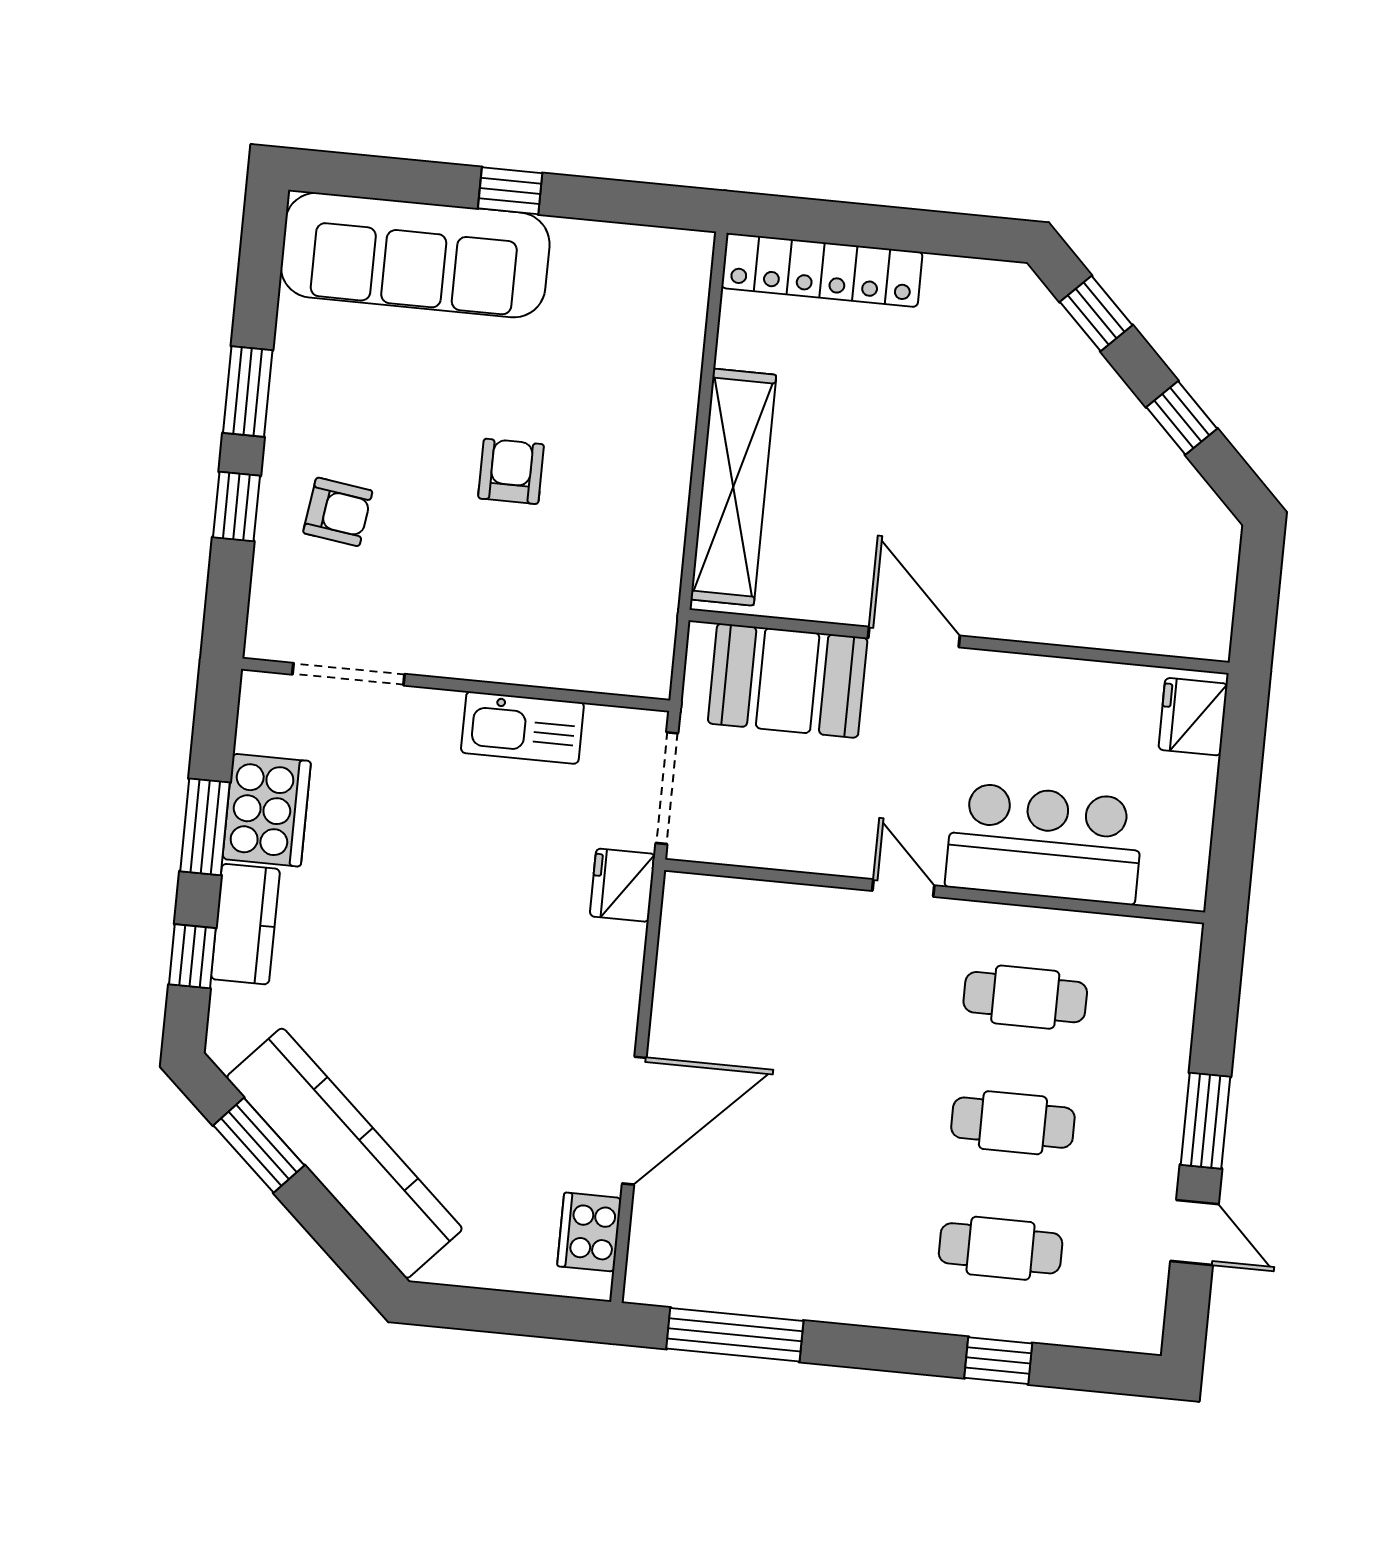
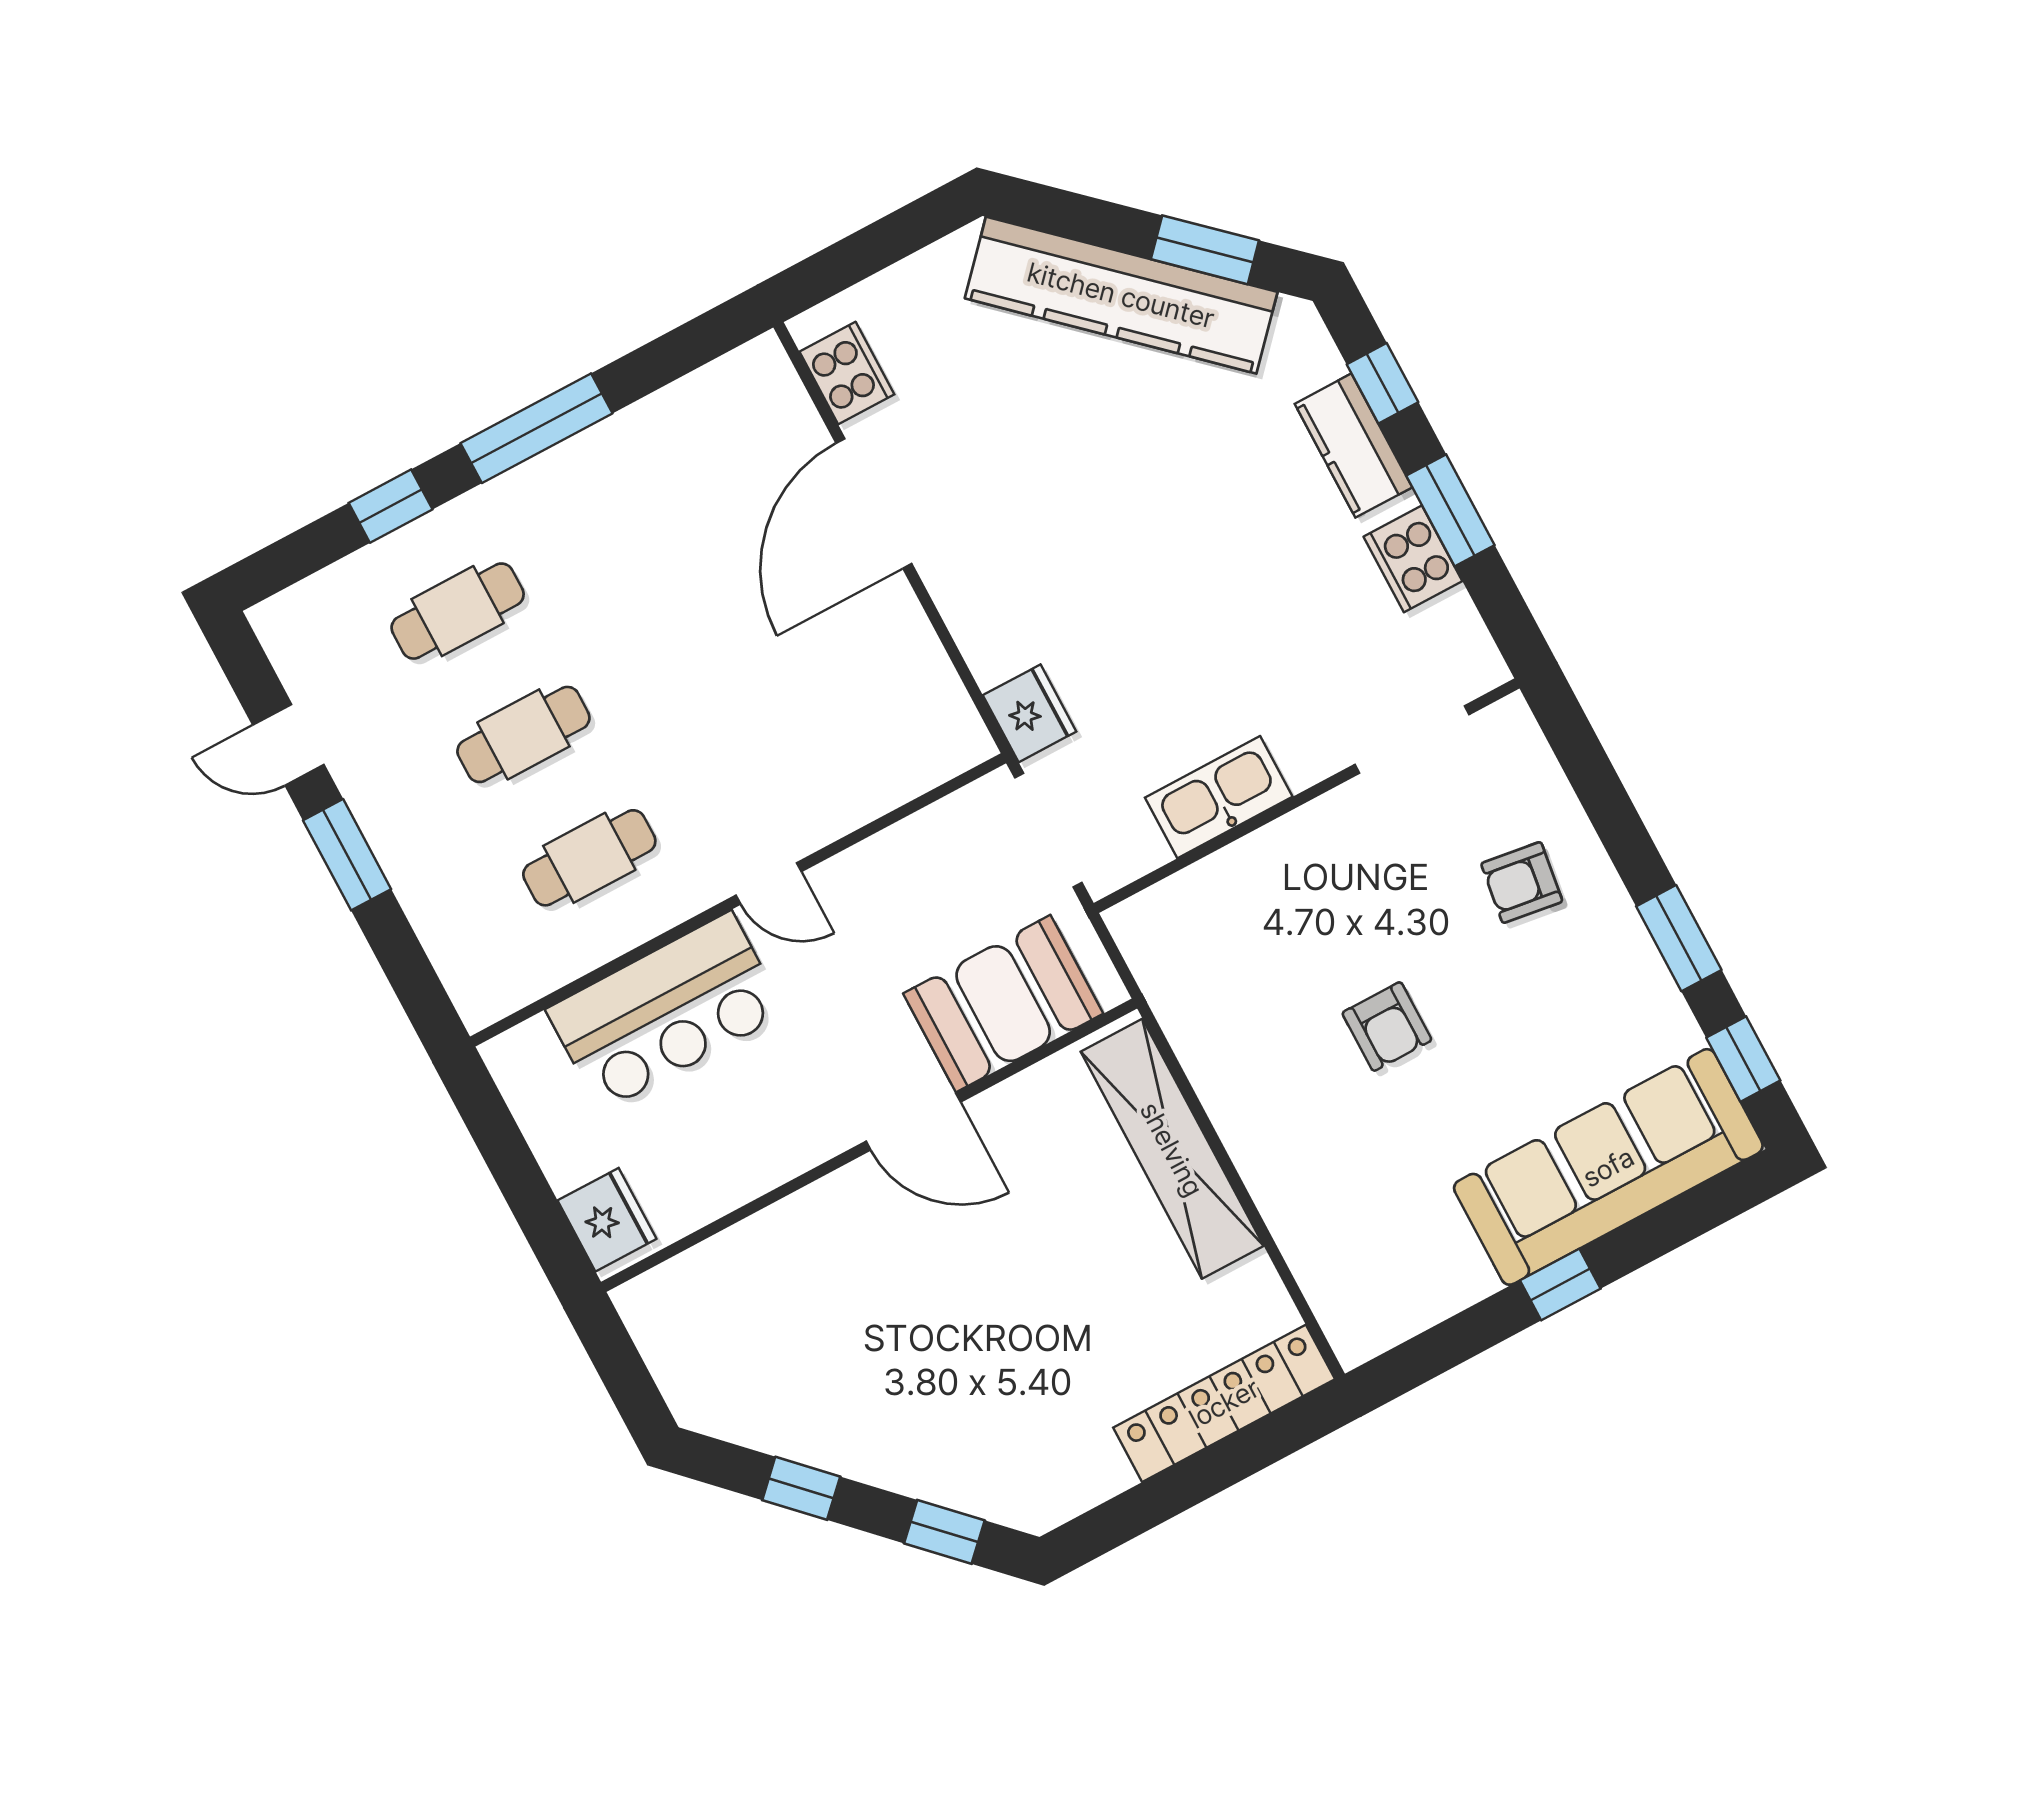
window: (236, 506) -> (1743, 1059), moved
cooker: (267, 810) -> (1413, 559), width x0.73, depth x0.76
window: (735, 1335) -> (536, 428), moved

